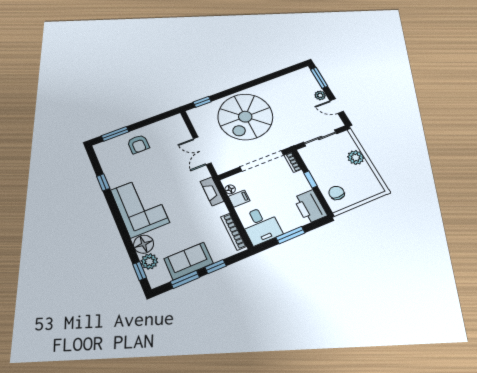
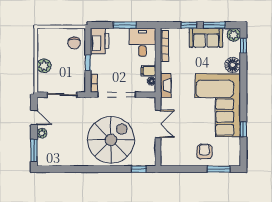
corner sofa: (140, 206) -> (218, 105), width x1.36, depth x1.36
plant: (149, 261) -> (234, 35), moved

